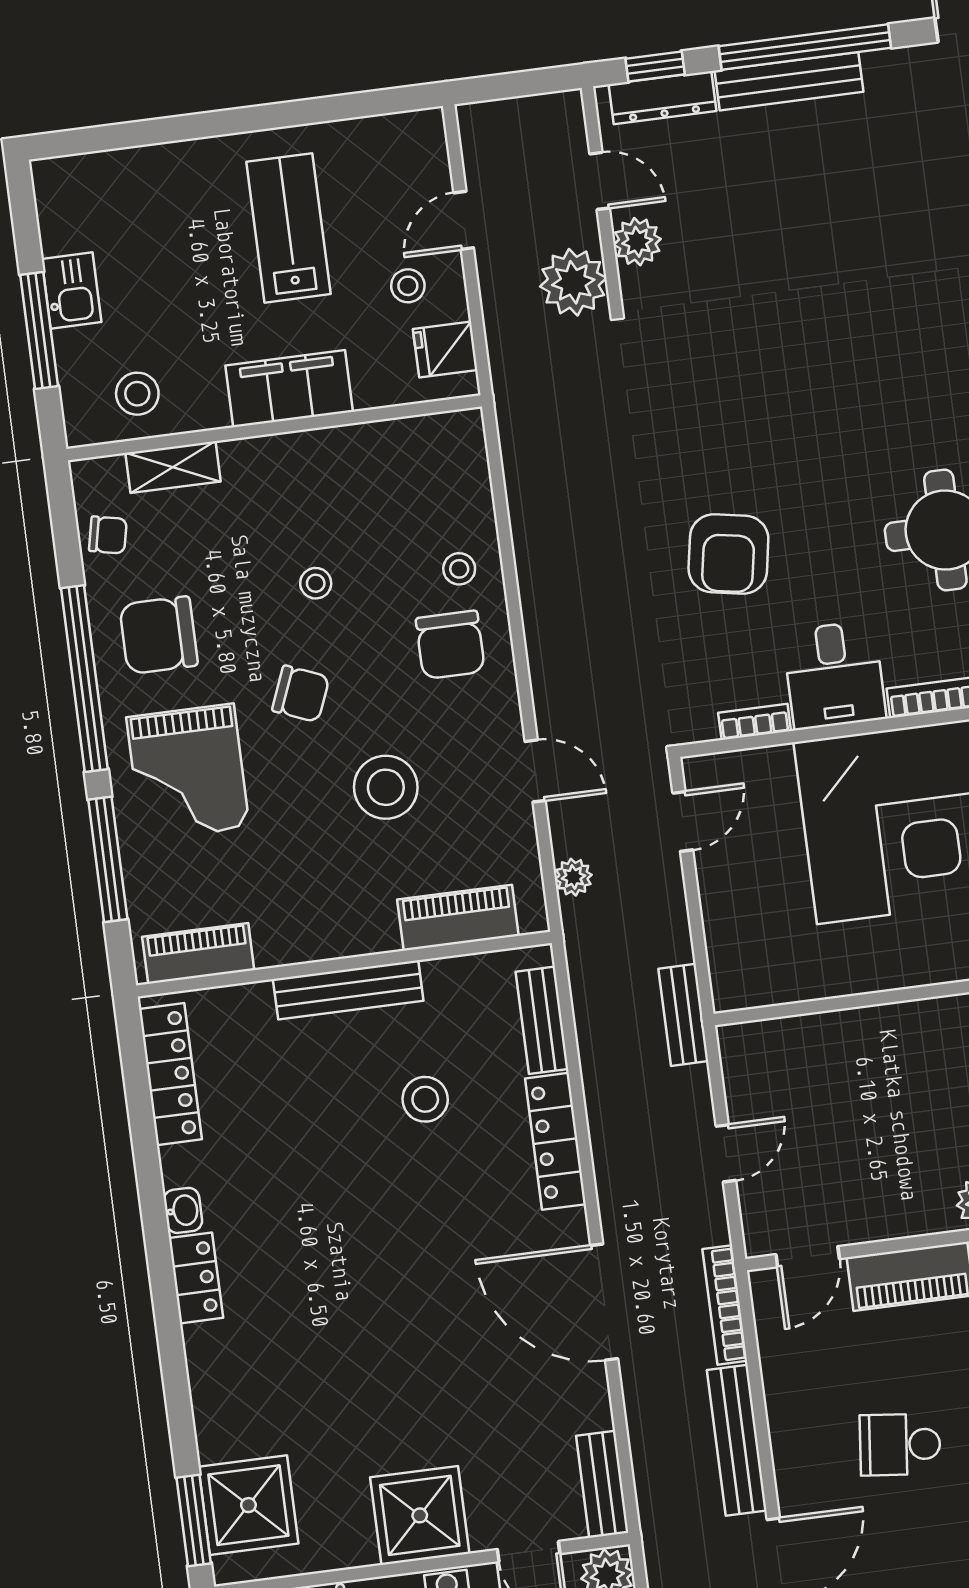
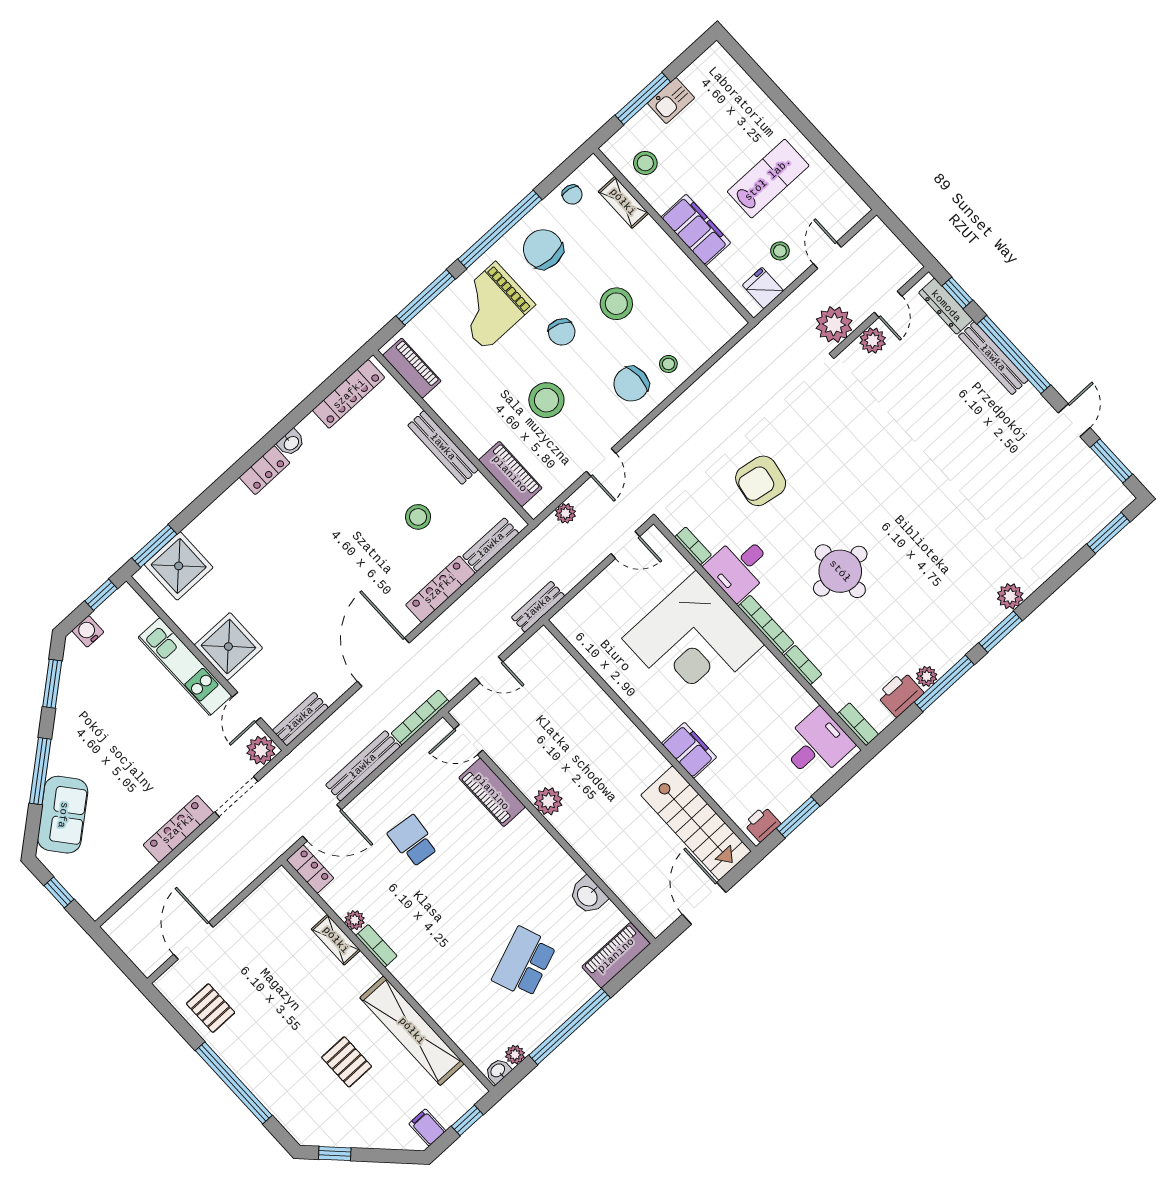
door: (464, 220) -> (827, 255), hinge flipped
stool: (316, 583) -> (616, 304), width x1.89, depth x1.89

